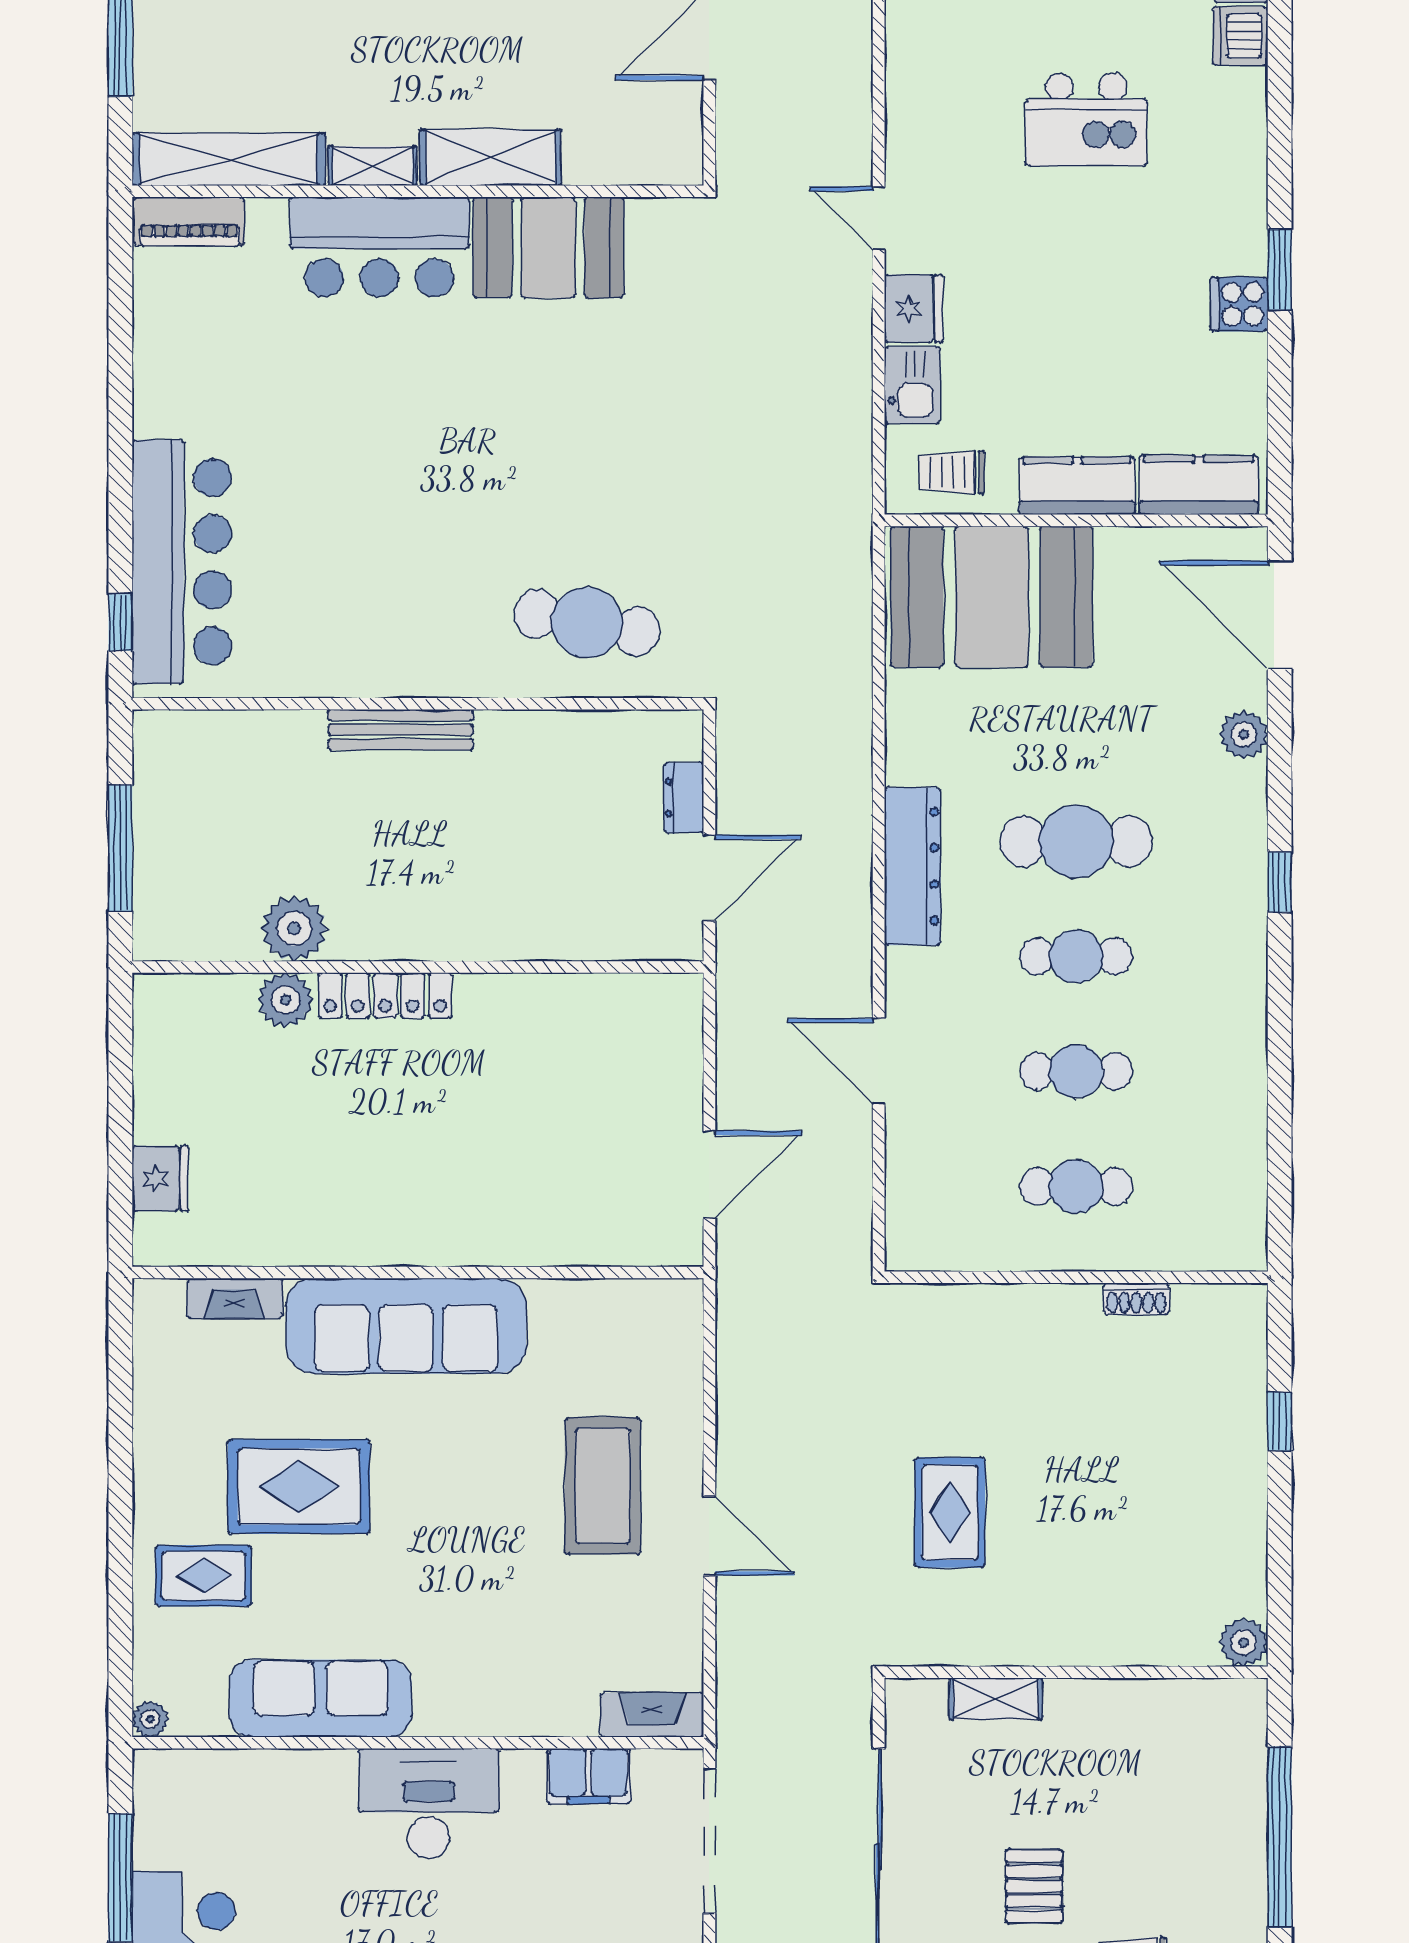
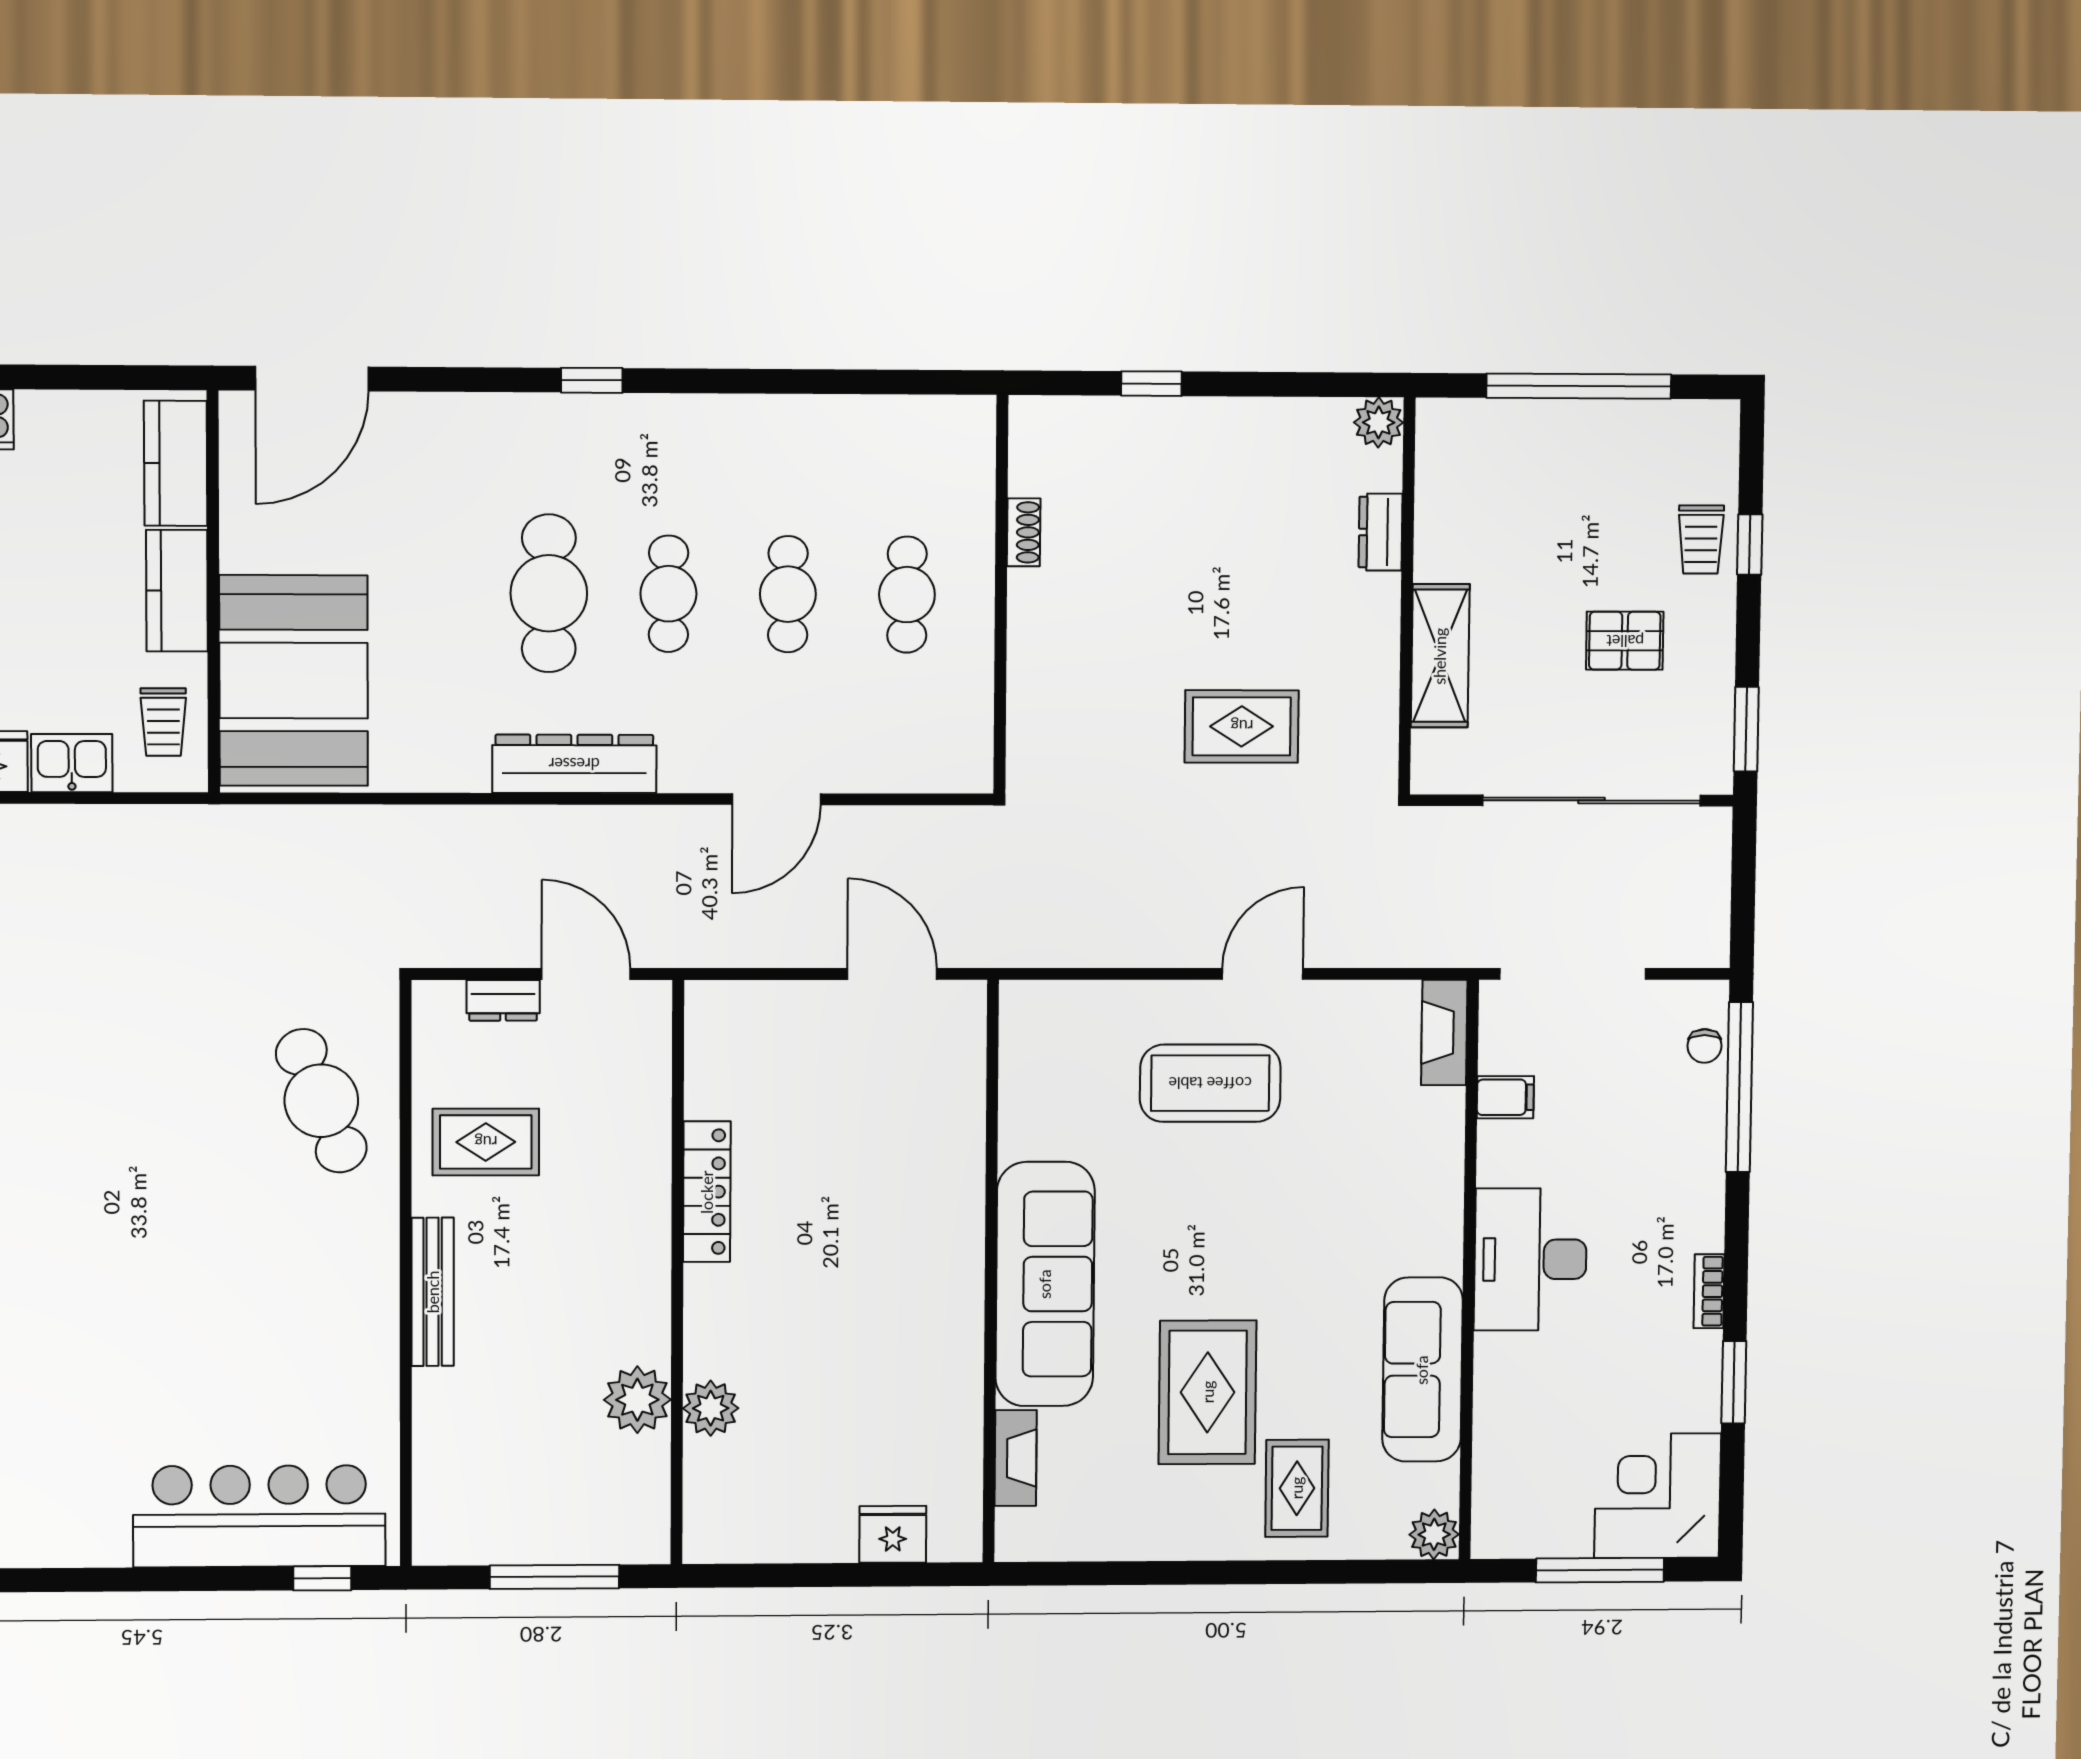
cafe table: (587, 623) -> (321, 1101), turned -32
plant: (1244, 735) -> (437, 417), removed
rug: (546, 781) -> (486, 1142), added
locker: (385, 995) -> (707, 1192), moved
dresser: (1138, 1646) -> (1381, 532), added
shelving: (996, 1699) -> (1440, 656), width x1.50, depth x1.33
plant: (150, 1719) -> (1434, 1534), width x1.38, depth x1.38
filing cabinet: (588, 1776) -> (1505, 1097), width x0.50

